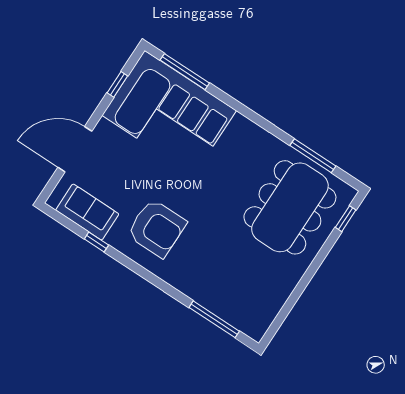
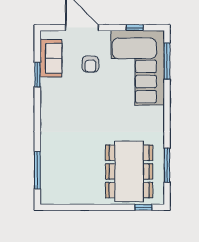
dining table: (290, 207) -> (129, 171), turned 90
armchair: (157, 228) -> (90, 64), moved, width x0.53, depth x0.53
window: (96, 242) -> (37, 75), width x1.50

